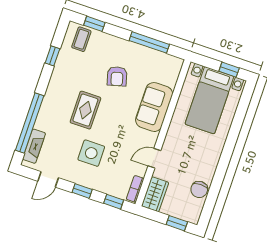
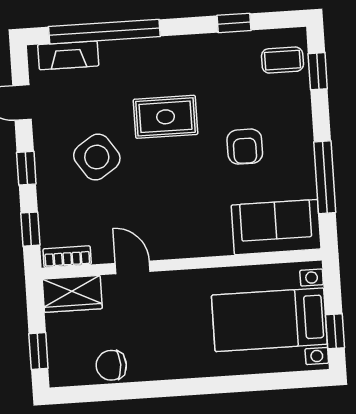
armchair: (117, 76) -> (245, 147), turned -75
sofa: (154, 107) -> (276, 227), moved
side table: (91, 153) -> (97, 157), turned -34

